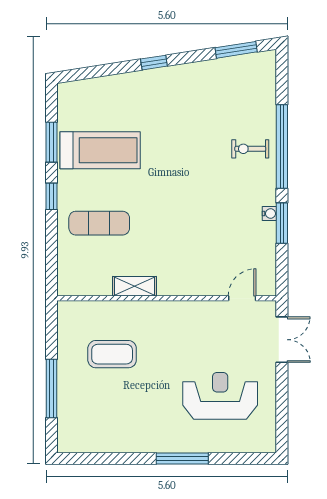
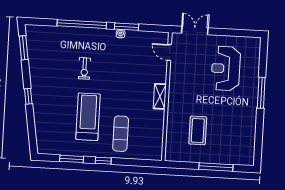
exercise bike: (250, 149) -> (84, 68), moved
treadmill: (100, 150) -> (88, 117), moved
shelving: (135, 286) -> (160, 96), moved

